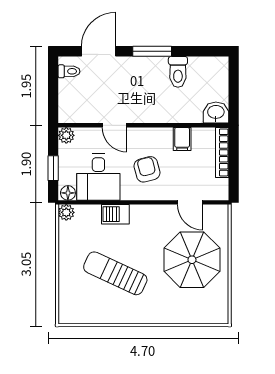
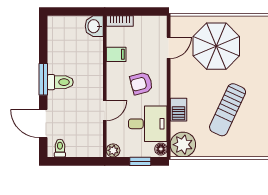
toilet: (178, 72) -> (60, 82), moved
bookcase: (222, 152) -> (120, 21), width x0.64
plant: (66, 212) -> (183, 145), width x1.88, depth x1.88

